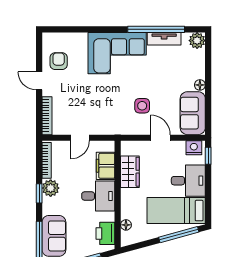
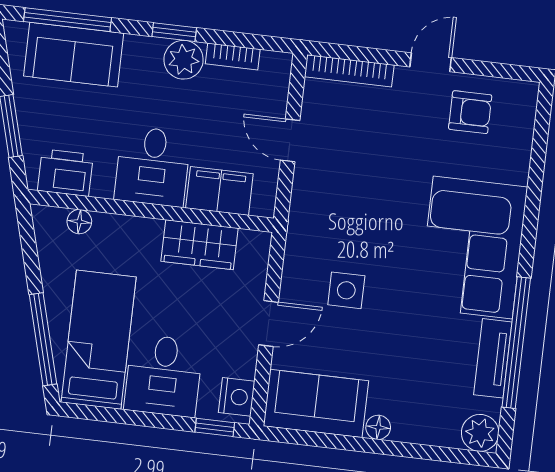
bookcase: (47, 160) -> (233, 57), width x0.64

